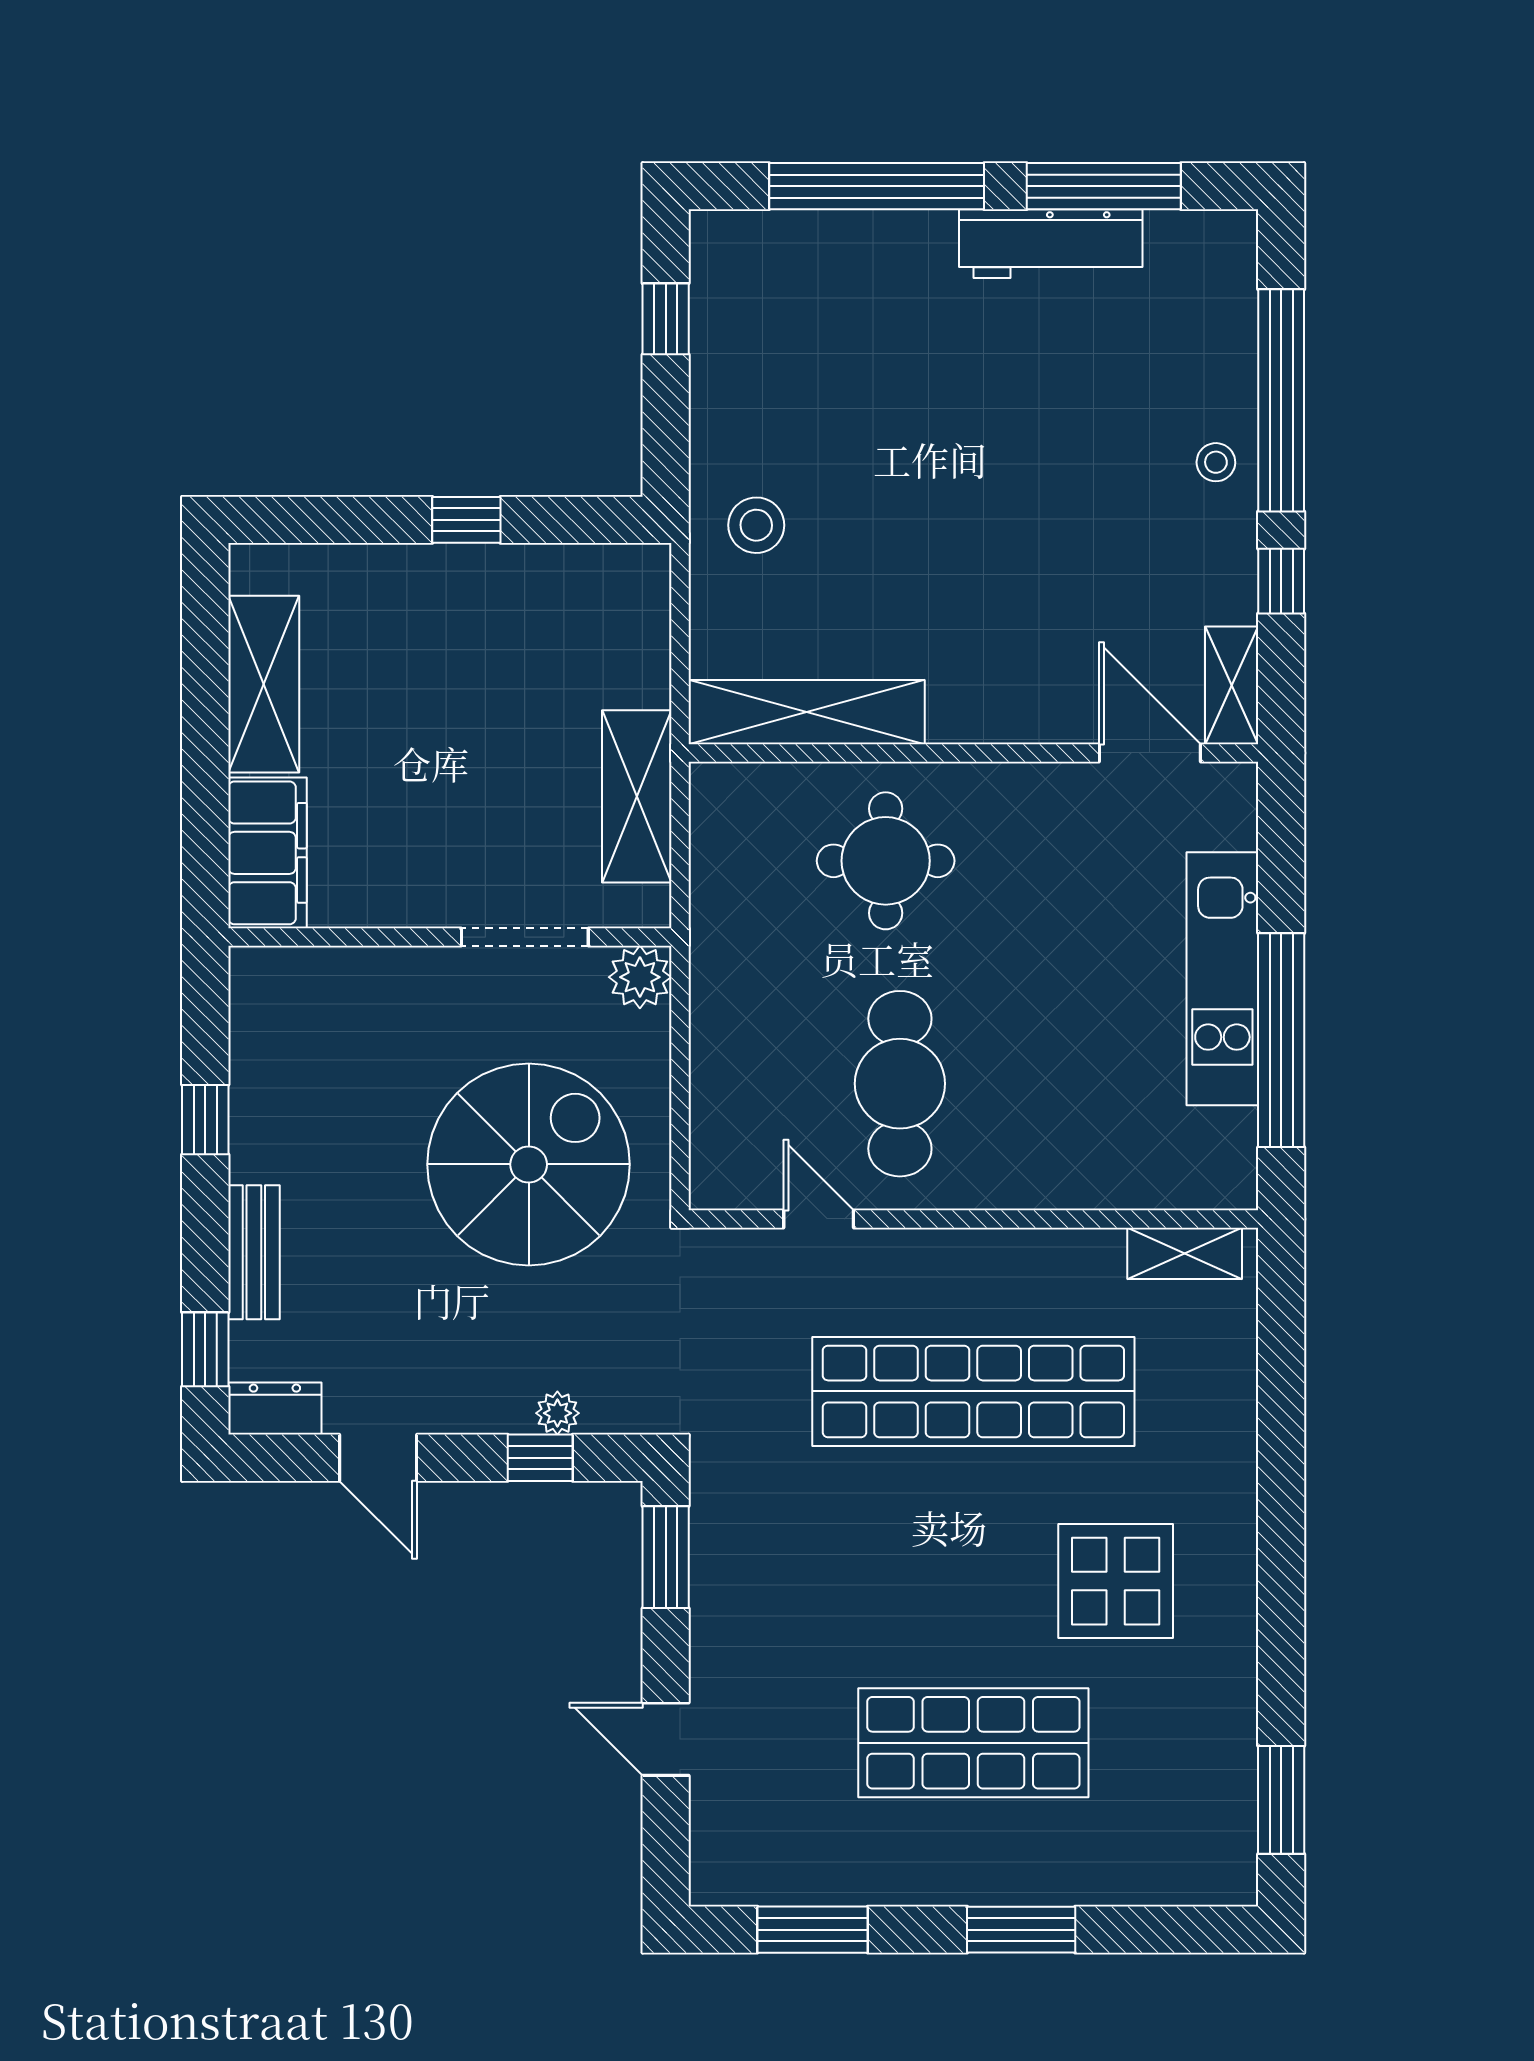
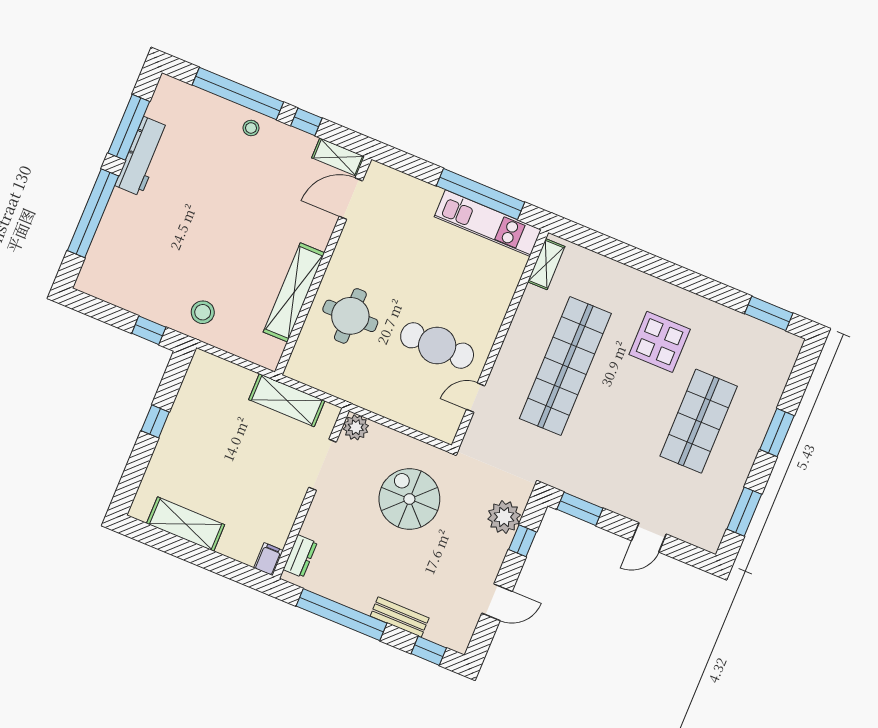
window: (666, 319) -> (149, 330), moved
shelving: (807, 712) -> (294, 292), moved
filing cabinet: (267, 853) -> (268, 559), width x0.33, depth x0.86
kitchen unit: (1222, 979) -> (488, 223), moved
window: (205, 1120) -> (342, 615), width x3.17
spiral stairs: (529, 1164) -> (409, 499), width x0.73, depth x0.73
dresser: (275, 1409) -> (300, 556), moved, turned 180
plant: (557, 1413) -> (504, 517), width x1.88, depth x1.88

